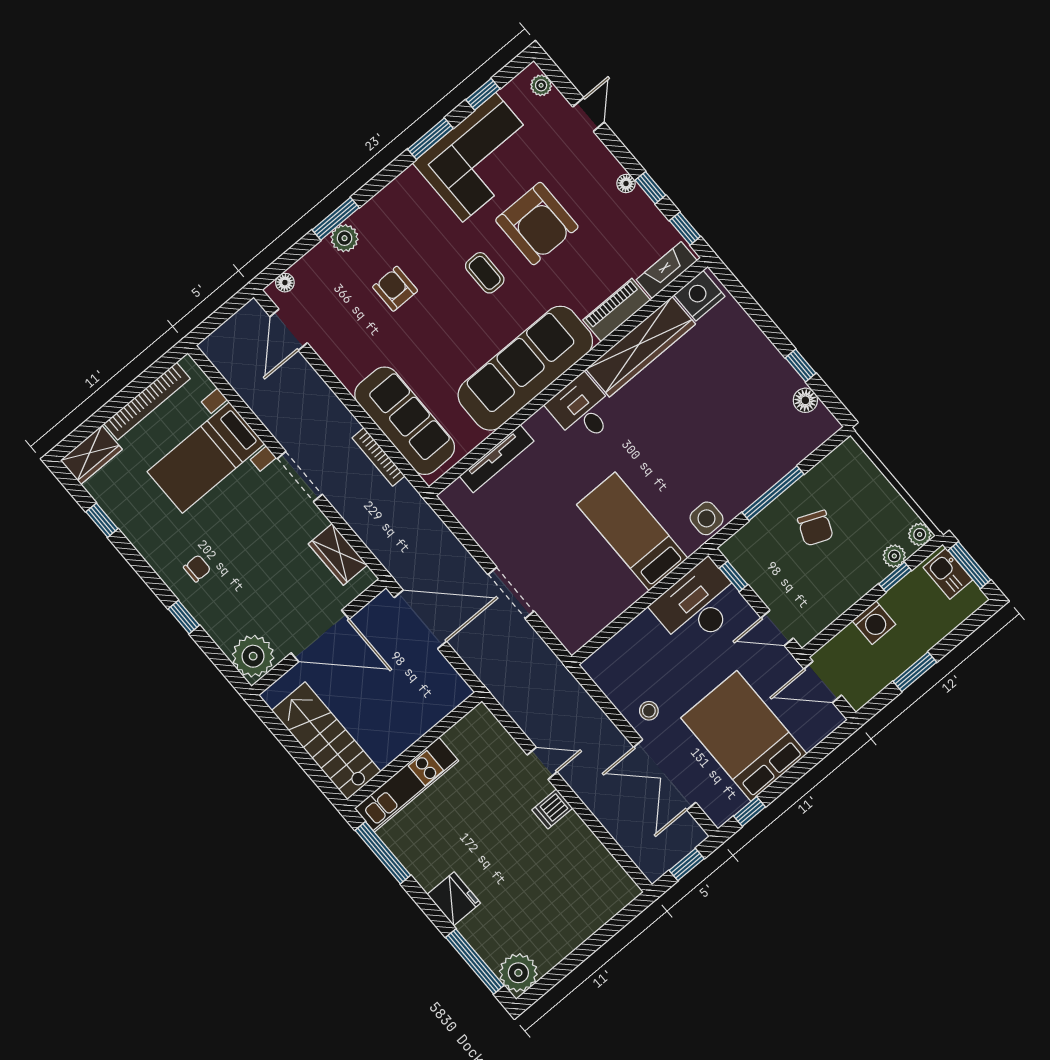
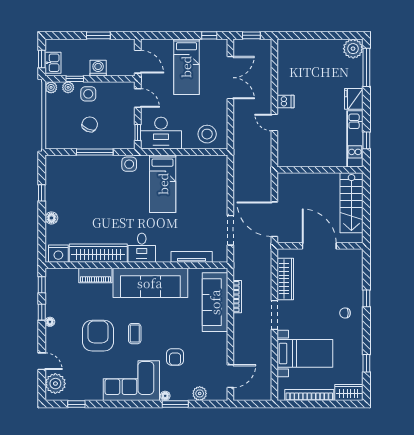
plant: (541, 85) -> (55, 384), width x1.87, depth x1.87
door: (589, 114) -> (42, 361), swing flipped
window: (430, 139) -> (112, 404), removed
corner sofa: (479, 157) -> (131, 381), moved
plant: (345, 238) -> (200, 393), moved
fireplace: (667, 270) -> (63, 274), removed
floor lamp: (285, 283) -> (165, 396), moved
floor lamp: (805, 400) -> (51, 218), moved
wardrobe: (338, 554) -> (285, 279), width x1.50
window: (969, 565) -> (42, 59), width x0.67
side table: (856, 572) -> (88, 94), added
doorway: (511, 593) -> (230, 230), moved
plant: (253, 656) -> (352, 260), removed
stool: (649, 711) -> (207, 134), moved, width x1.89, depth x1.89
bed: (744, 736) -> (186, 67), width x0.67
kitchen unit: (407, 785) -> (355, 139), moved, turned -90
window: (383, 853) -> (366, 140), width x0.46

